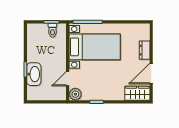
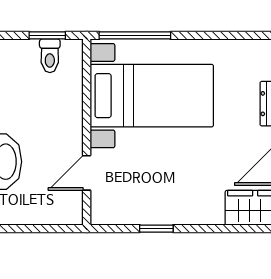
plant: (75, 94) -> (105, 210), removed

